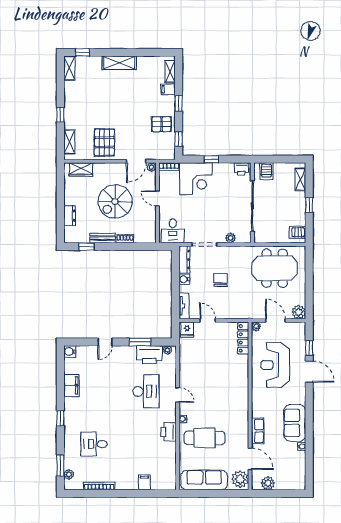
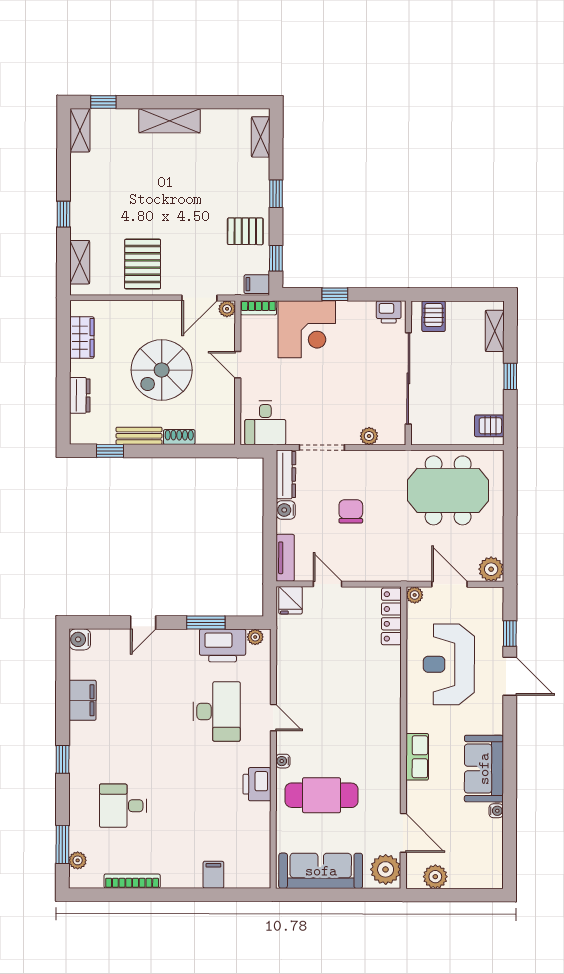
filing cabinet: (168, 89) -> (257, 284), moved
wardrobe: (81, 169) -> (82, 338), moved, turned -90
row of seats: (258, 431) -> (417, 757), moved

